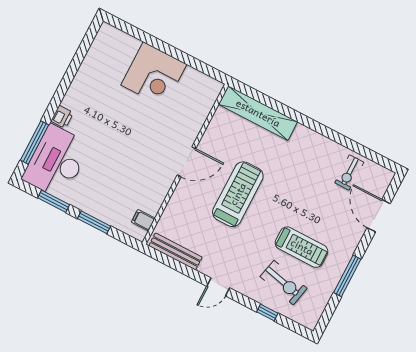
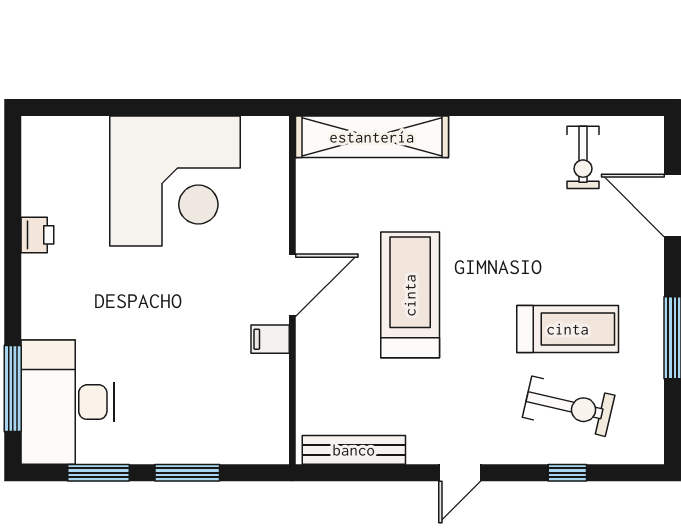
corner desk: (154, 75) -> (175, 181), width x1.36, depth x1.36
printer: (62, 117) -> (37, 235), moved
filing cabinet: (143, 220) -> (270, 339), moved

